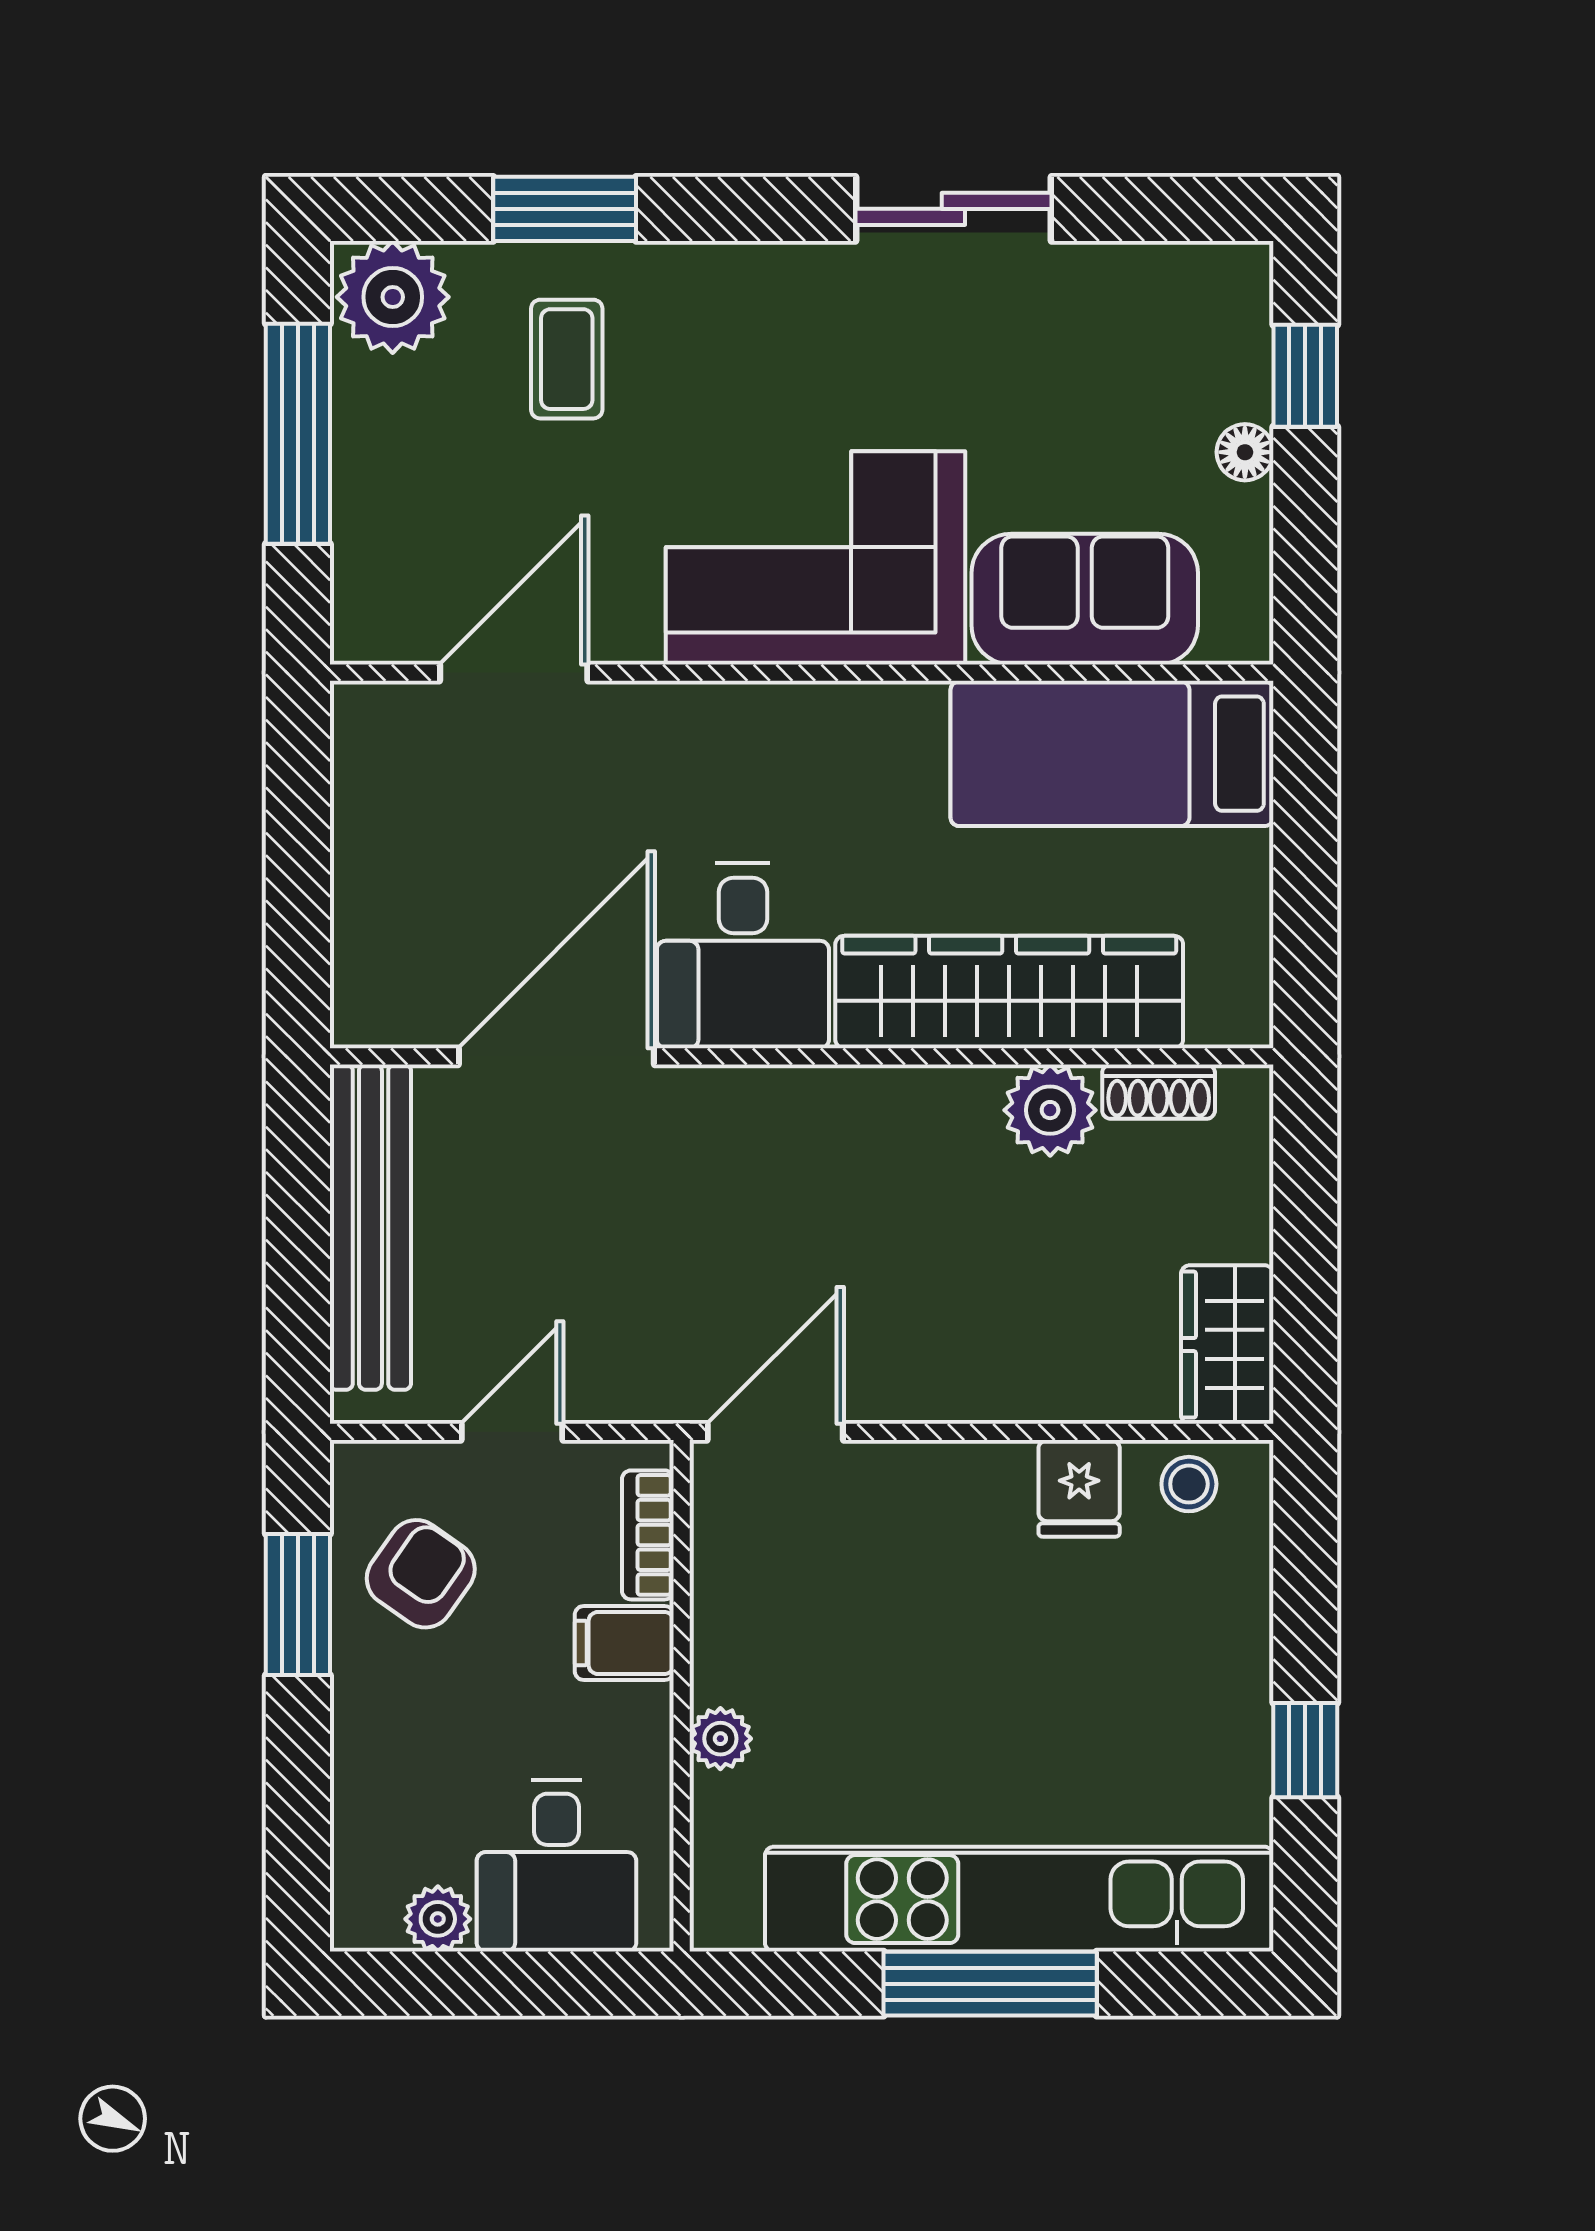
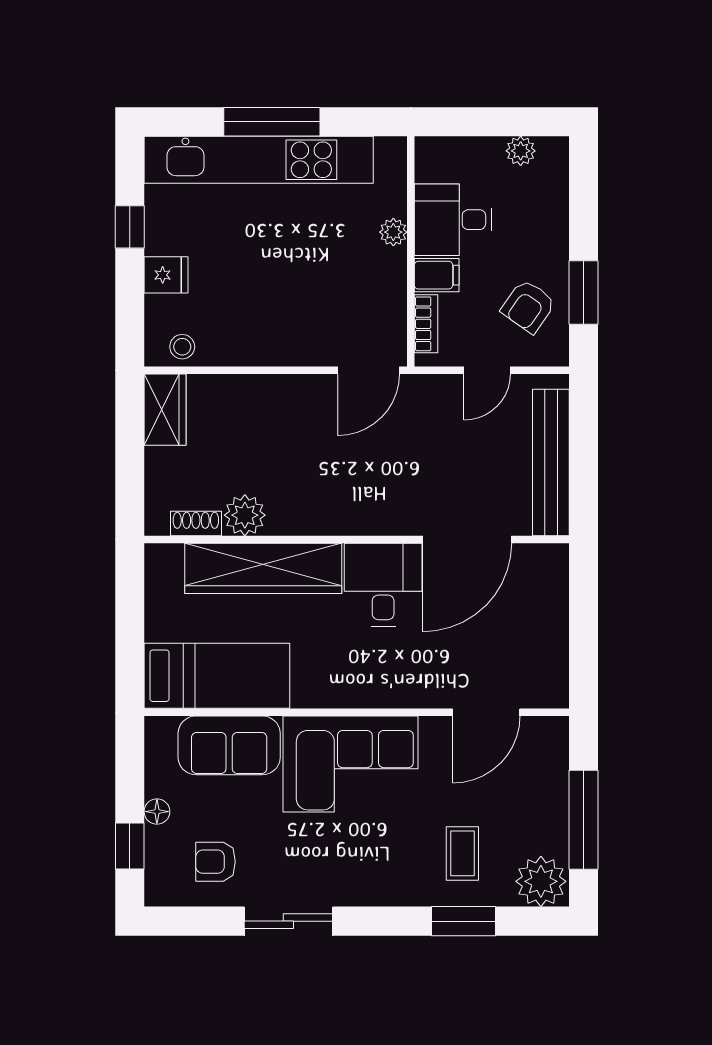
armchair: (1115, 341) -> (216, 862), added
fridge: (1079, 1488) -> (166, 275), moved, turned 90
desk: (557, 1866) -> (453, 220), moved, turned -90

